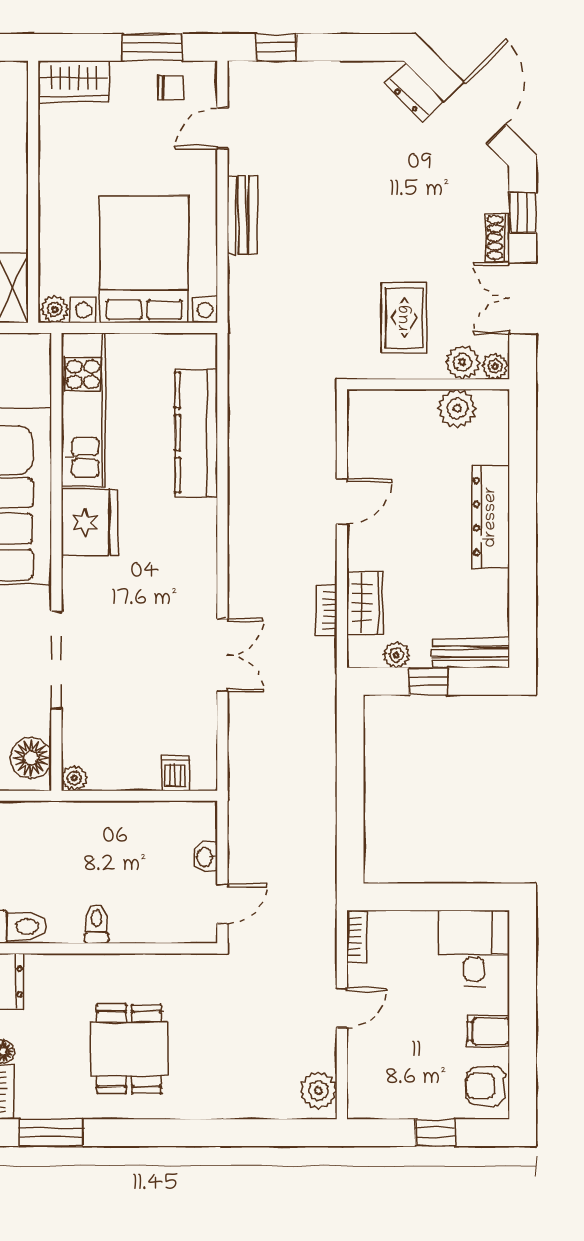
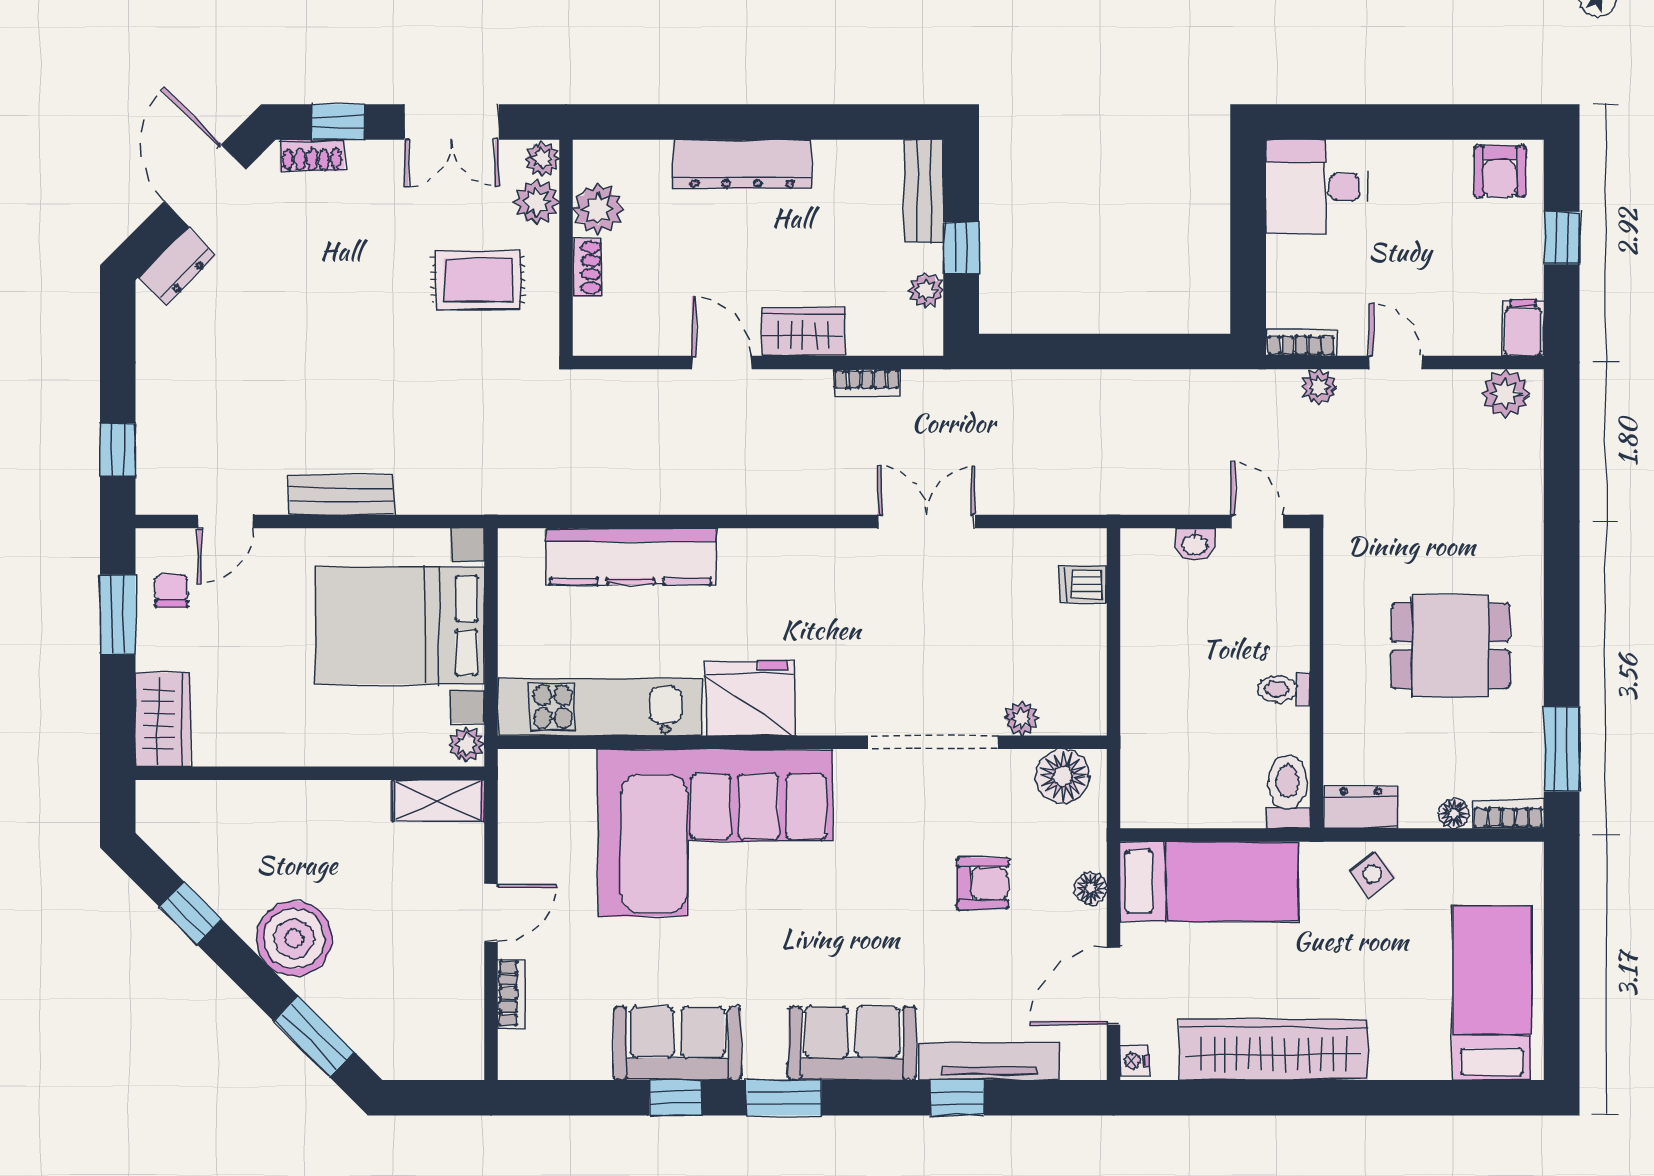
door: (475, 113) -> (205, 185), hinge flipped
door: (222, 128) -> (225, 522), hinge flipped
shoe rack: (498, 237) -> (312, 155), moved
shoe rack: (413, 400) -> (587, 267), added
wardrobe: (365, 603) -> (803, 332), moved
plant: (74, 778) -> (1021, 719), moved
plant: (324, 950) -> (1319, 387), added
filing cabinet: (488, 1031) -> (1523, 328), moved, turned 180

